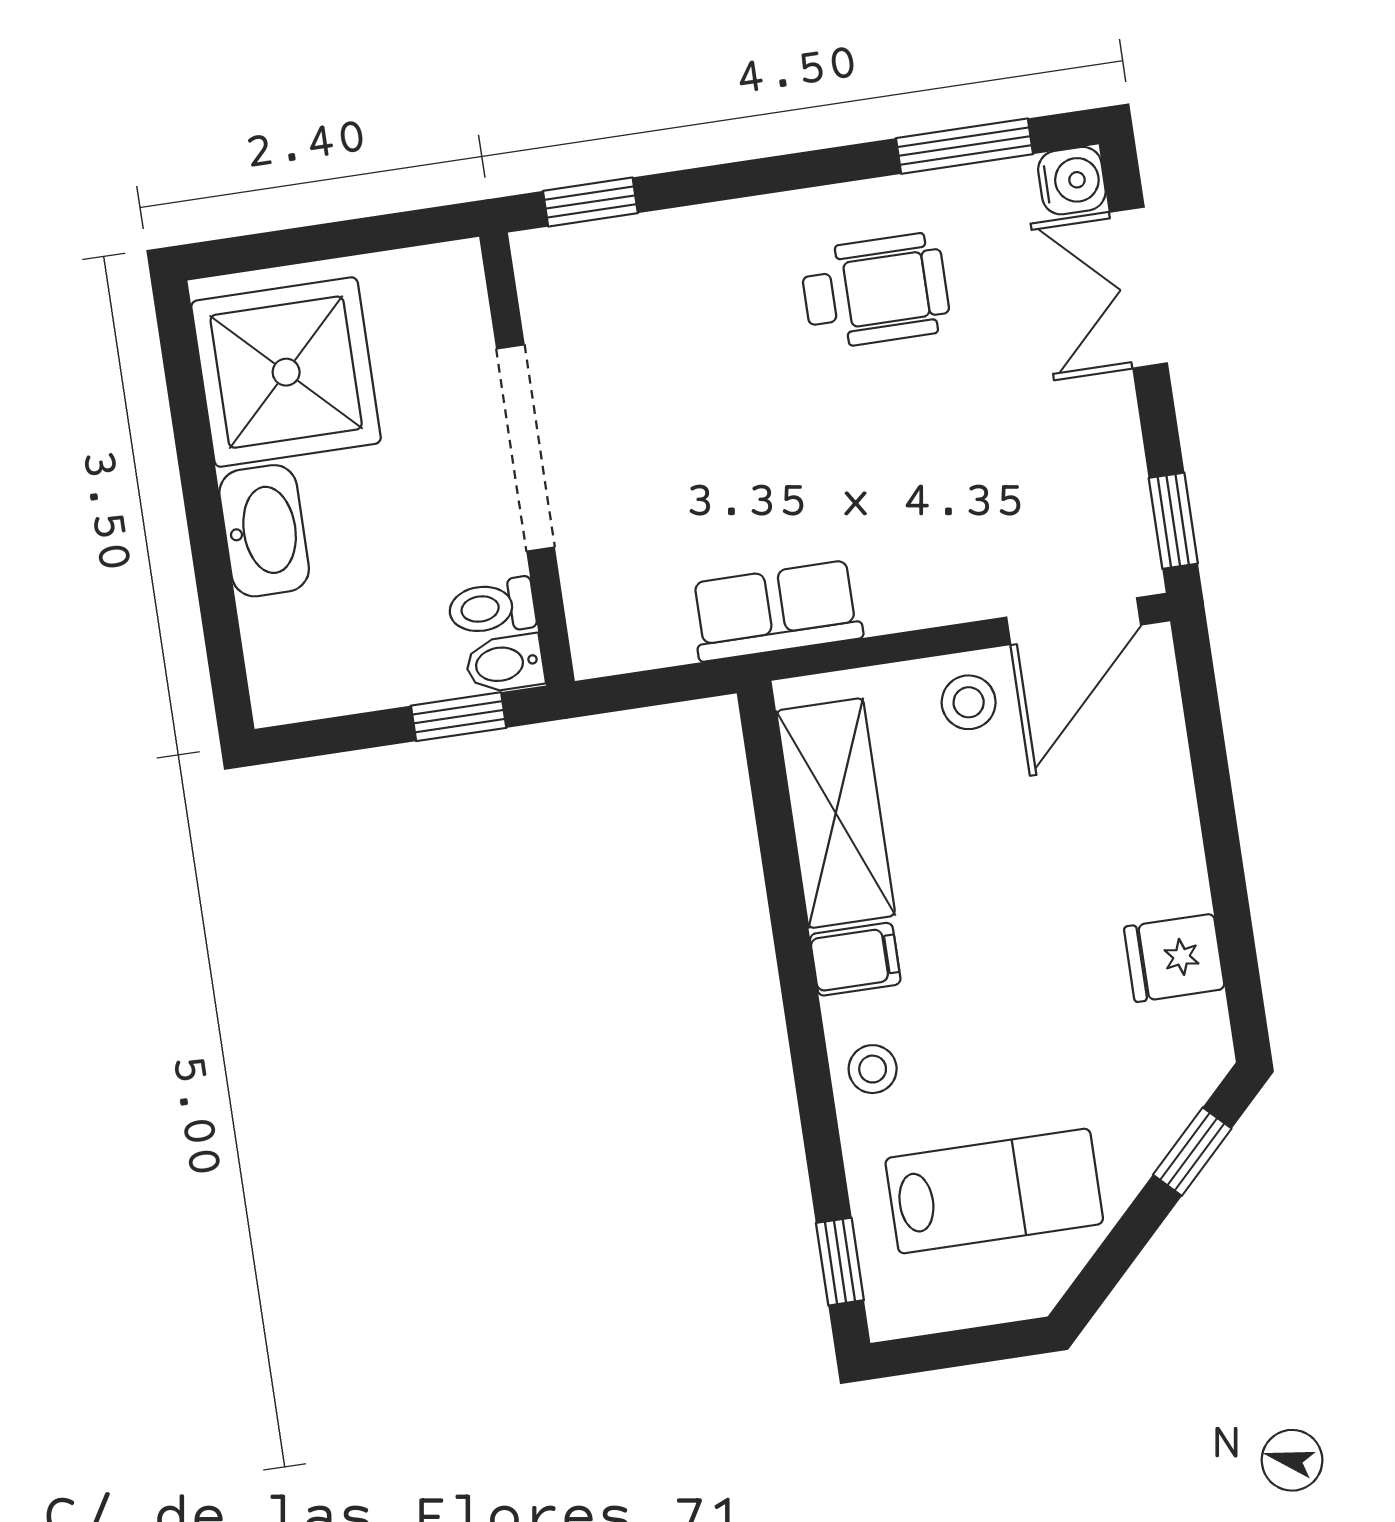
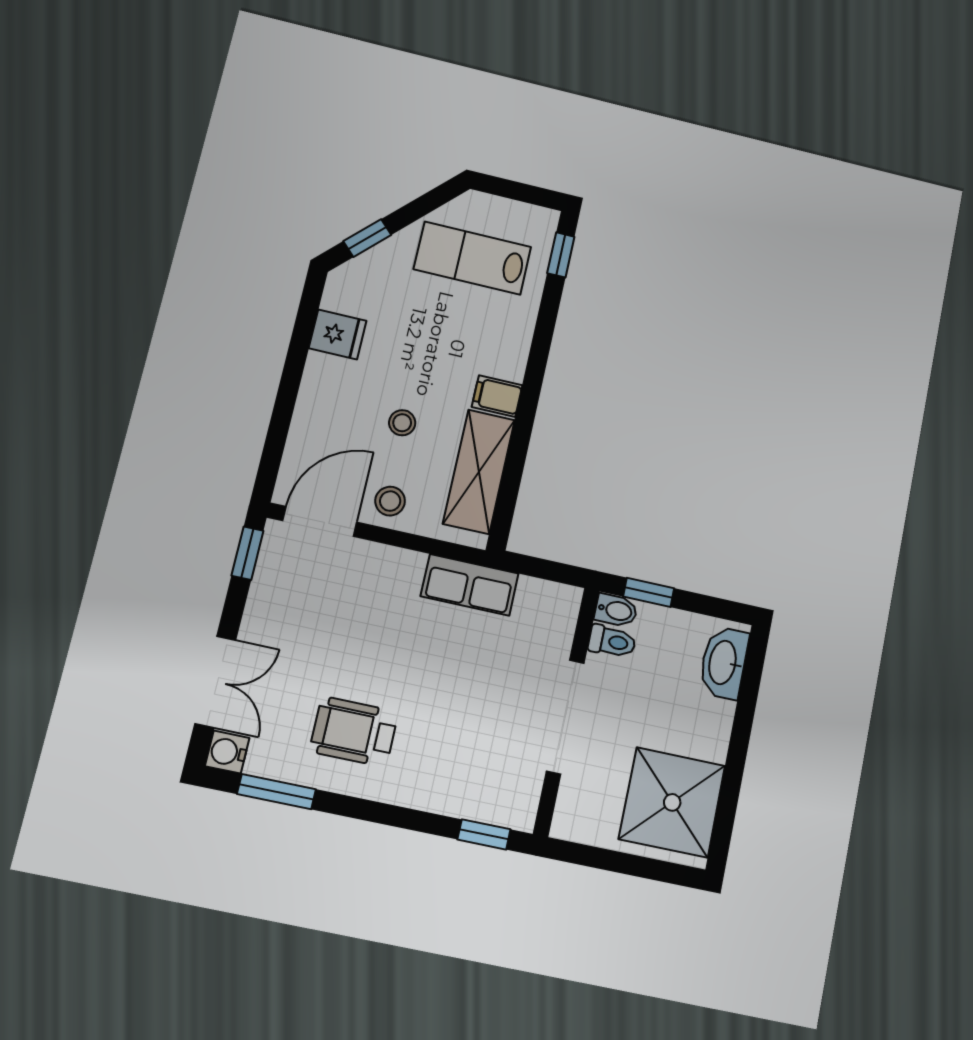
washbasin: (264, 531) -> (724, 663), moved
stool: (873, 1069) -> (402, 423), moved

